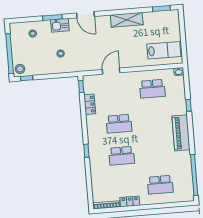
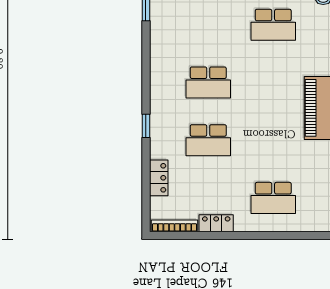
locker: (90, 104) -> (159, 178), moved

